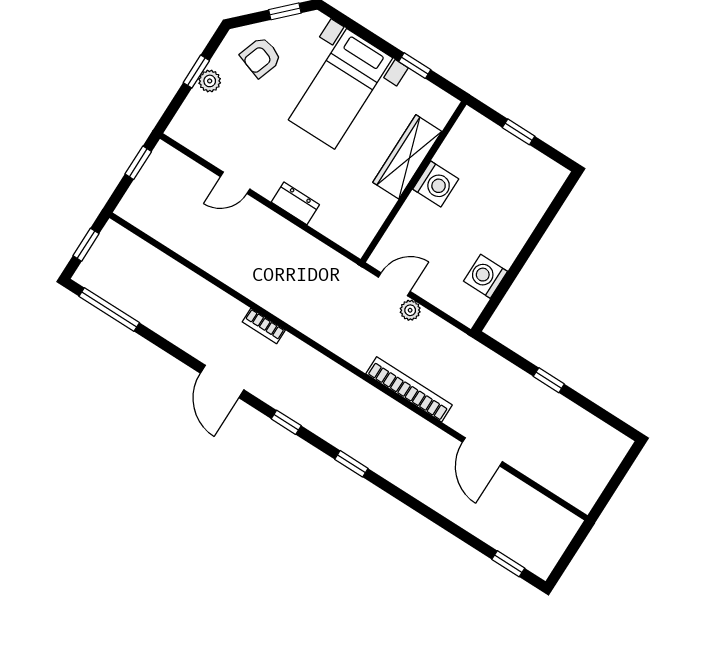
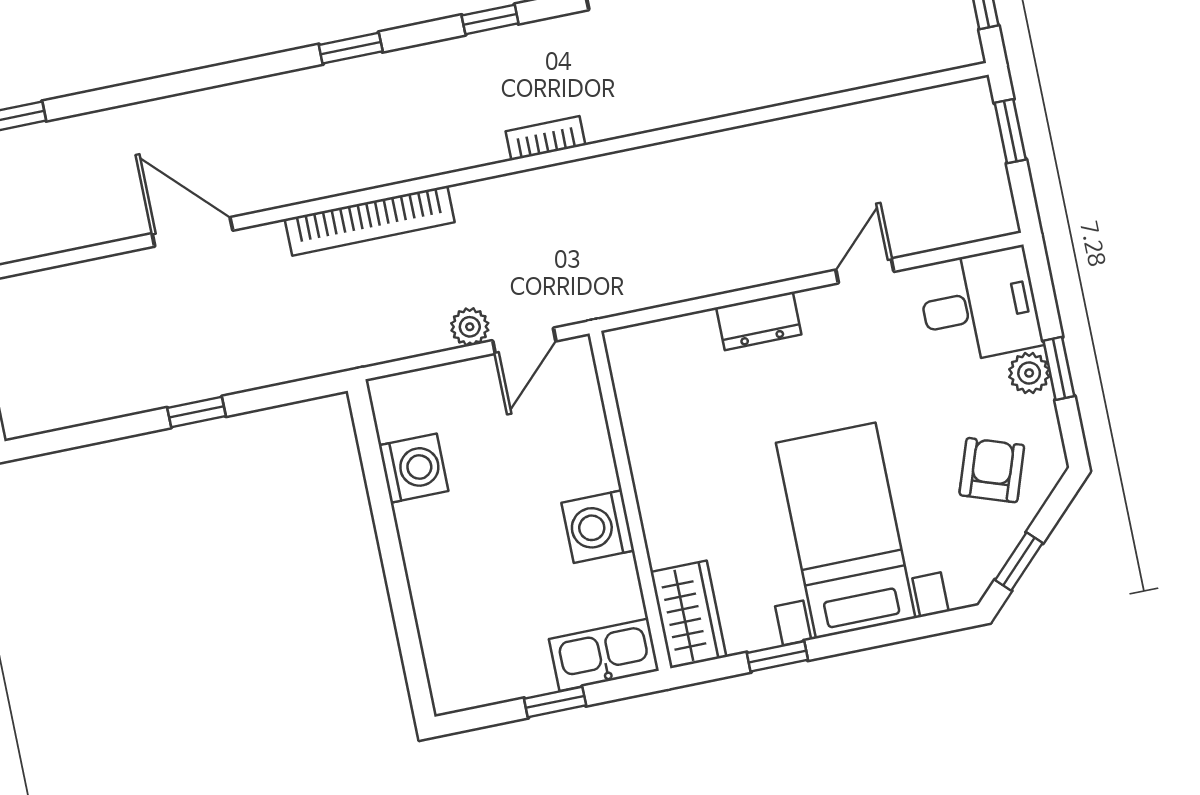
desk: (204, 126) -> (979, 306), added
kitchen sink: (482, 132) -> (604, 655), added
wardrobe: (407, 157) -> (688, 614), moved, width x0.67
window: (138, 163) -> (1010, 131), moved
bookcase: (264, 326) -> (546, 138), moved

